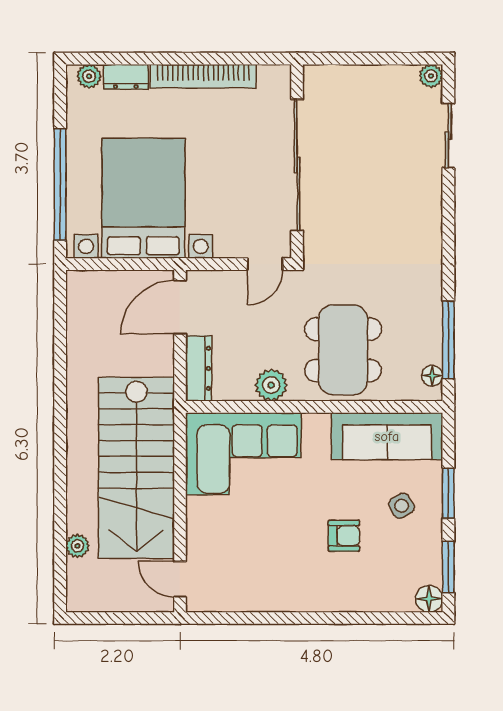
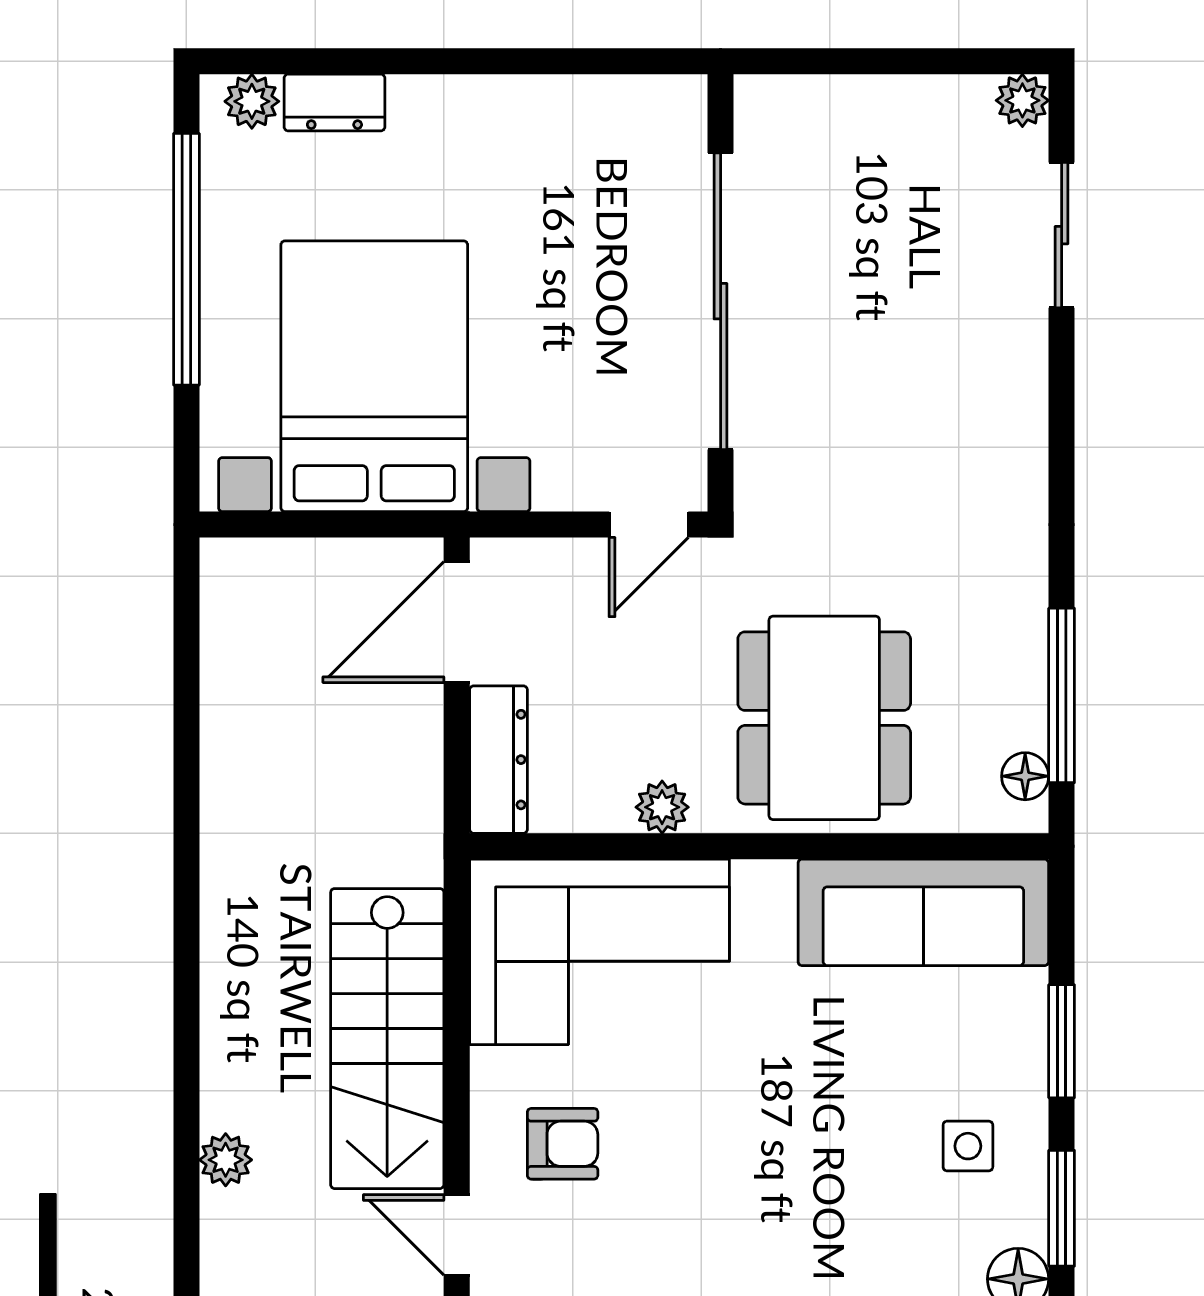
bookcase: (203, 76) -> (509, 101), removed
window: (60, 185) -> (186, 259), moved
plant: (271, 385) -> (662, 807), width x0.73, depth x0.73
stairs: (136, 468) -> (387, 1039), width x0.73, depth x0.66
side table: (402, 506) -> (968, 1146), moved, turned 30
armchair: (344, 536) -> (563, 1144), moved

